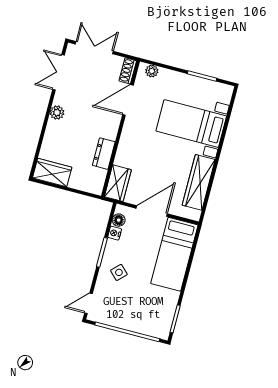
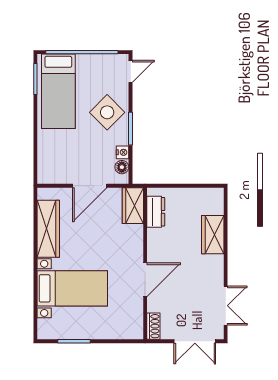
plant: (152, 71) -> (128, 333), removed
door: (128, 100) -> (145, 280), moved
plant: (57, 113) -> (216, 263), removed
dresser: (104, 154) -> (156, 212), moved
wardrobe: (52, 173) -> (213, 235), moved, turned 90
bed: (174, 254) -> (58, 91), moved, turned 180
side table: (119, 272) -> (107, 112), width x1.87, depth x1.87

